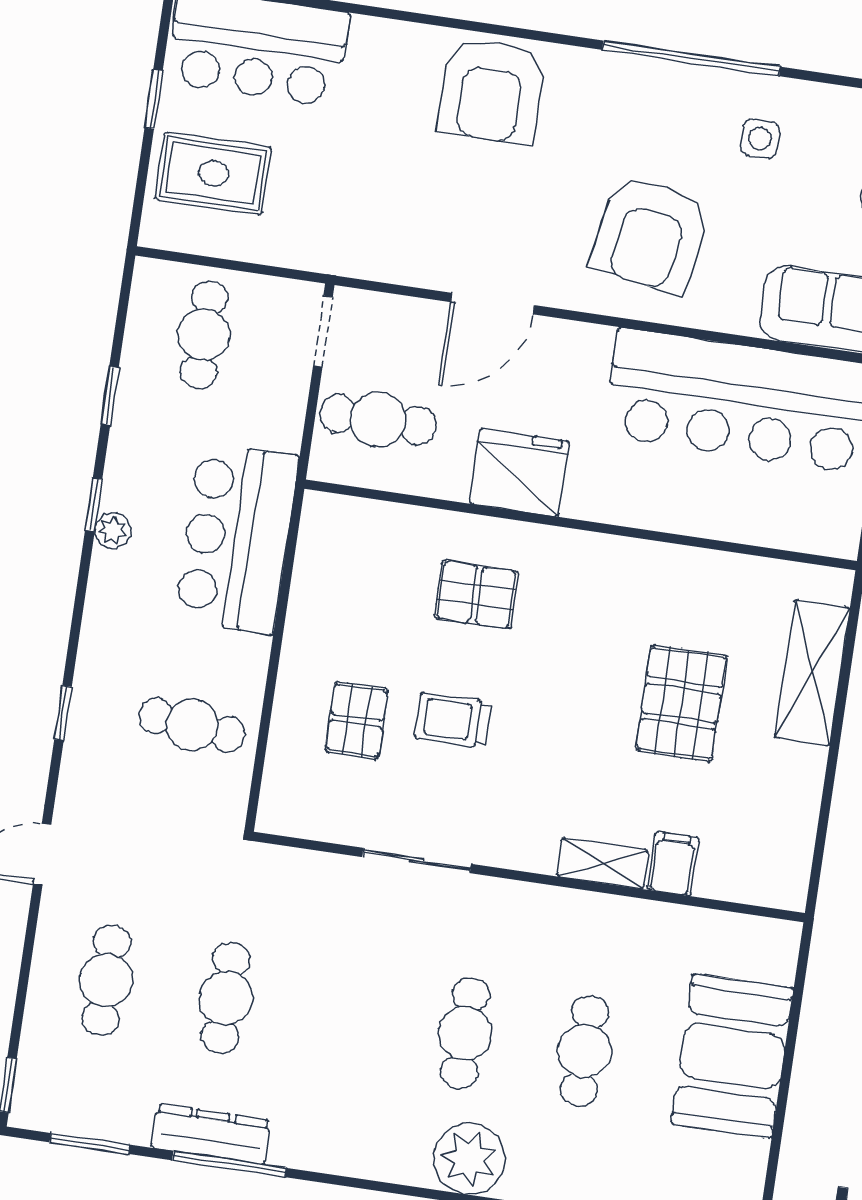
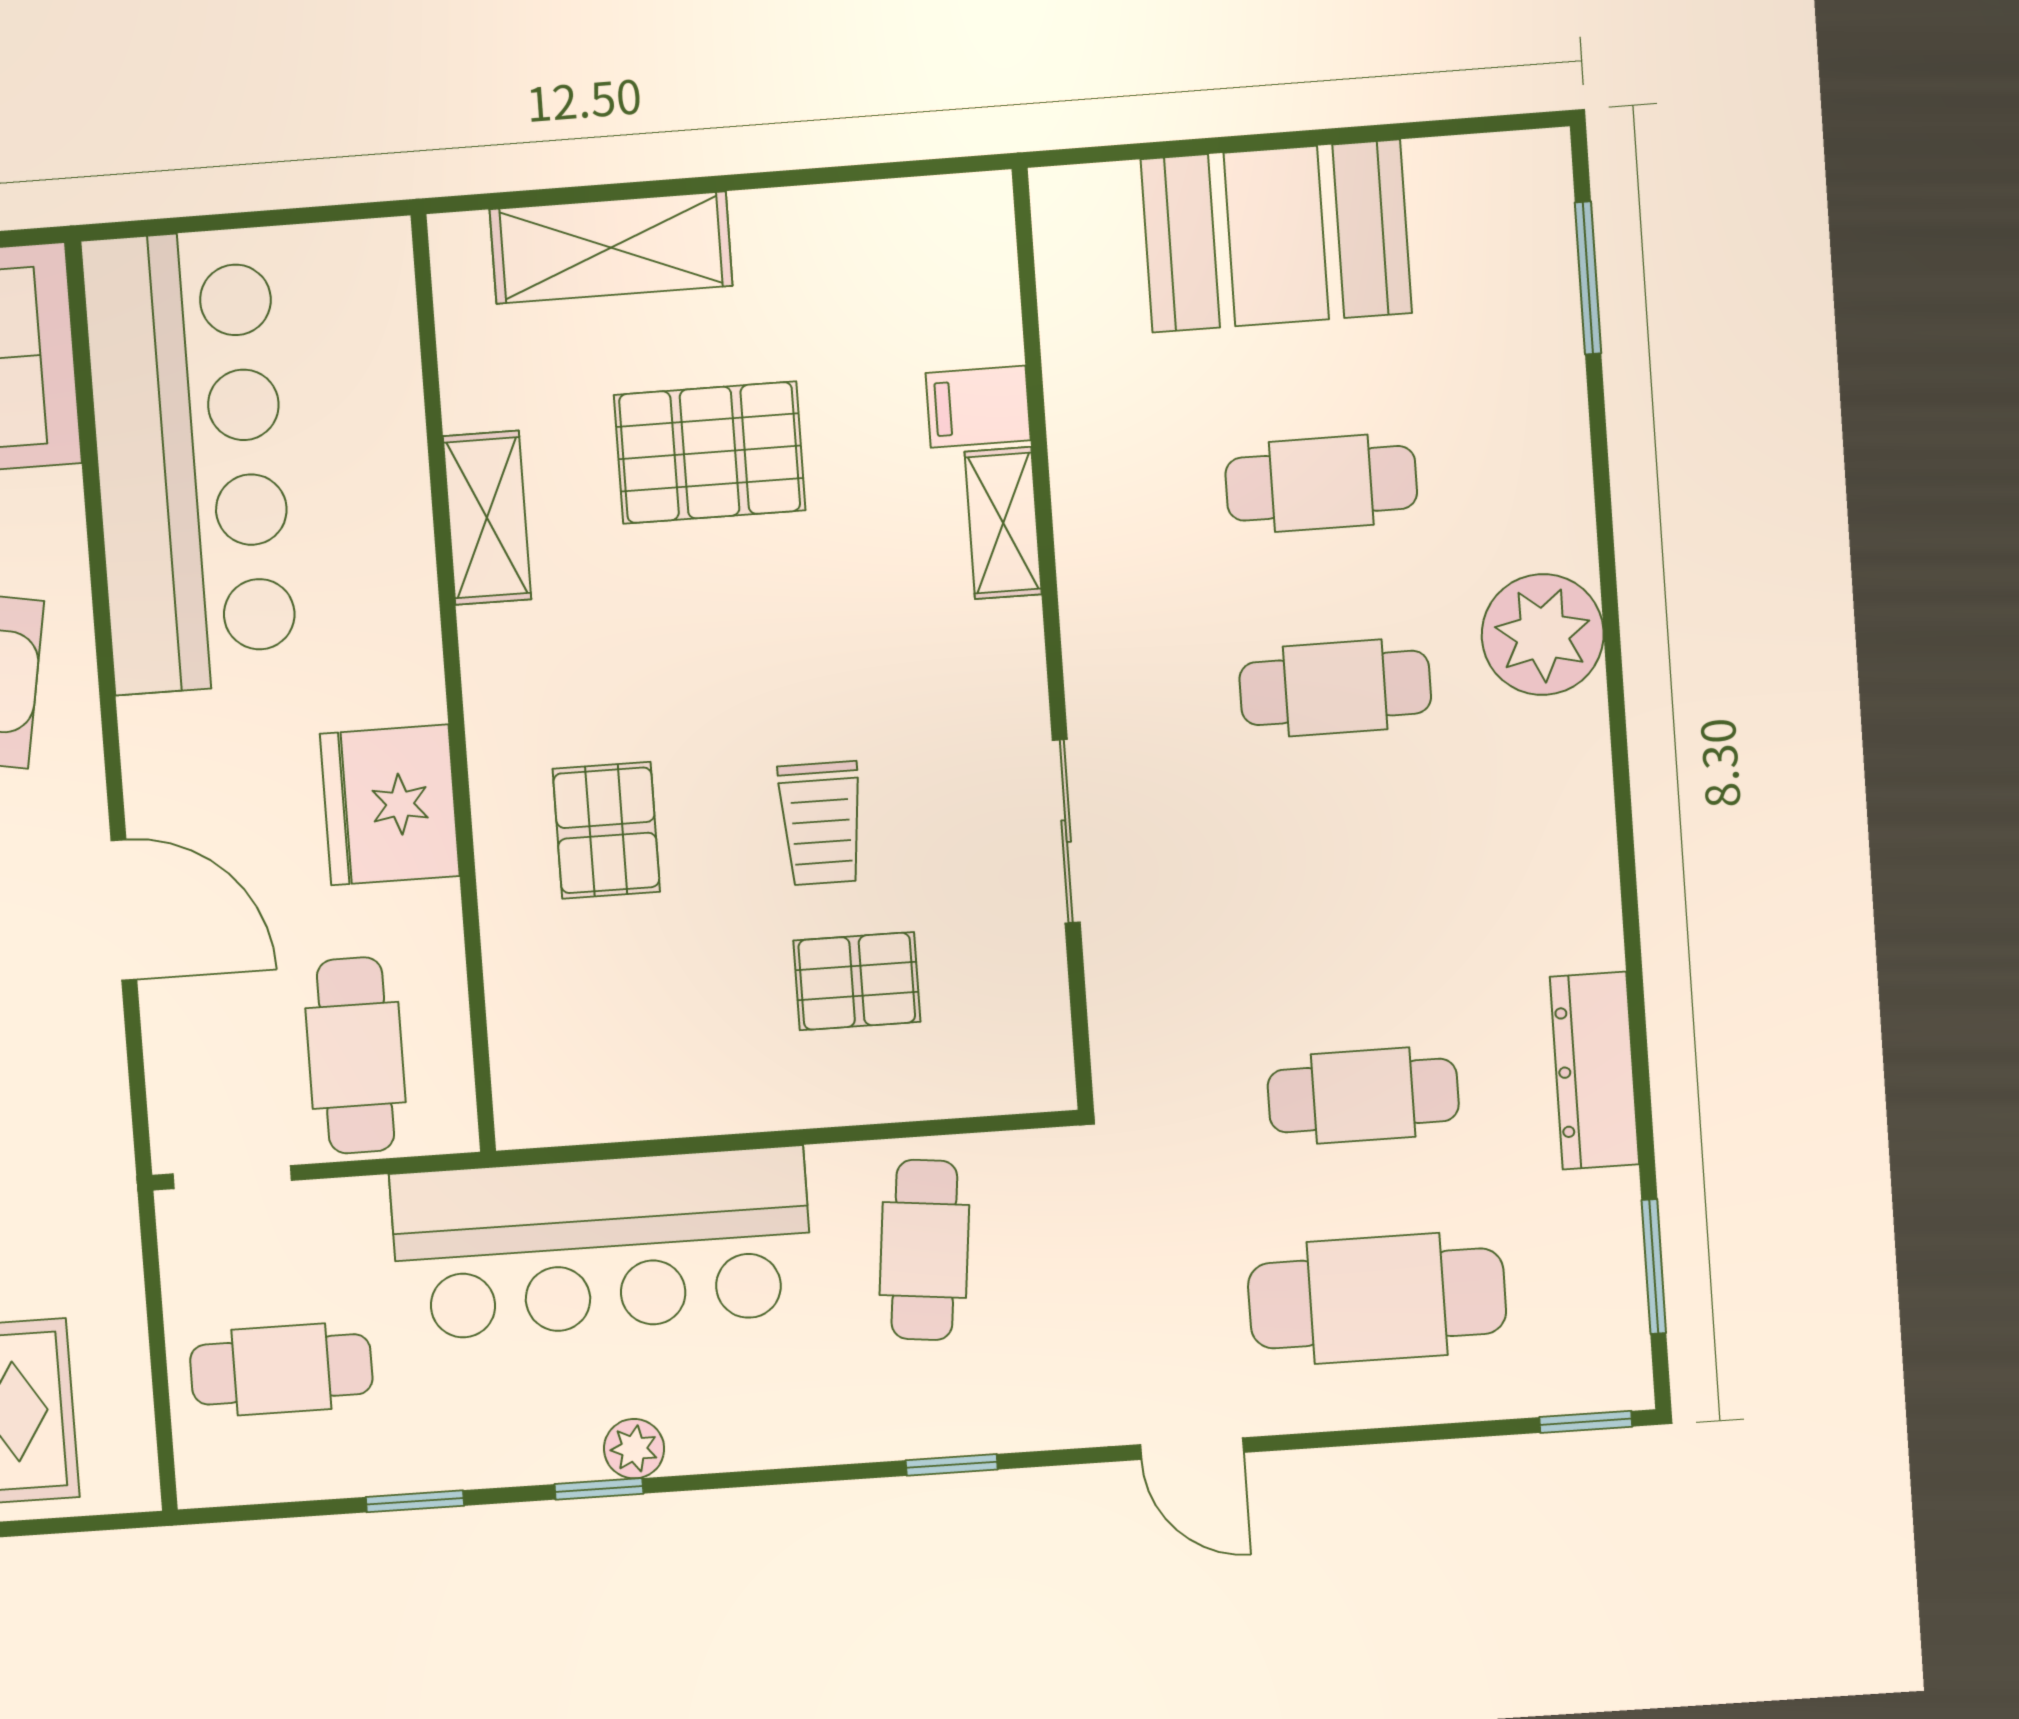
bar counter: (237, 538) -> (602, 1244), width x1.36
shelving: (673, 566) -> (487, 518), added
cafe table: (106, 980) -> (1377, 1298), width x1.37, depth x1.35
window: (229, 1164) -> (1638, 1029), removed

